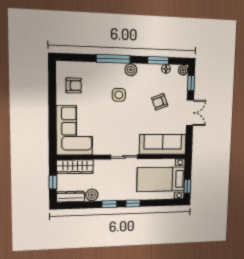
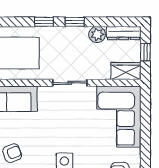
sliding door: (124, 157) -> (70, 83), moved
wardrobe: (75, 167) -> (126, 71), width x0.67

